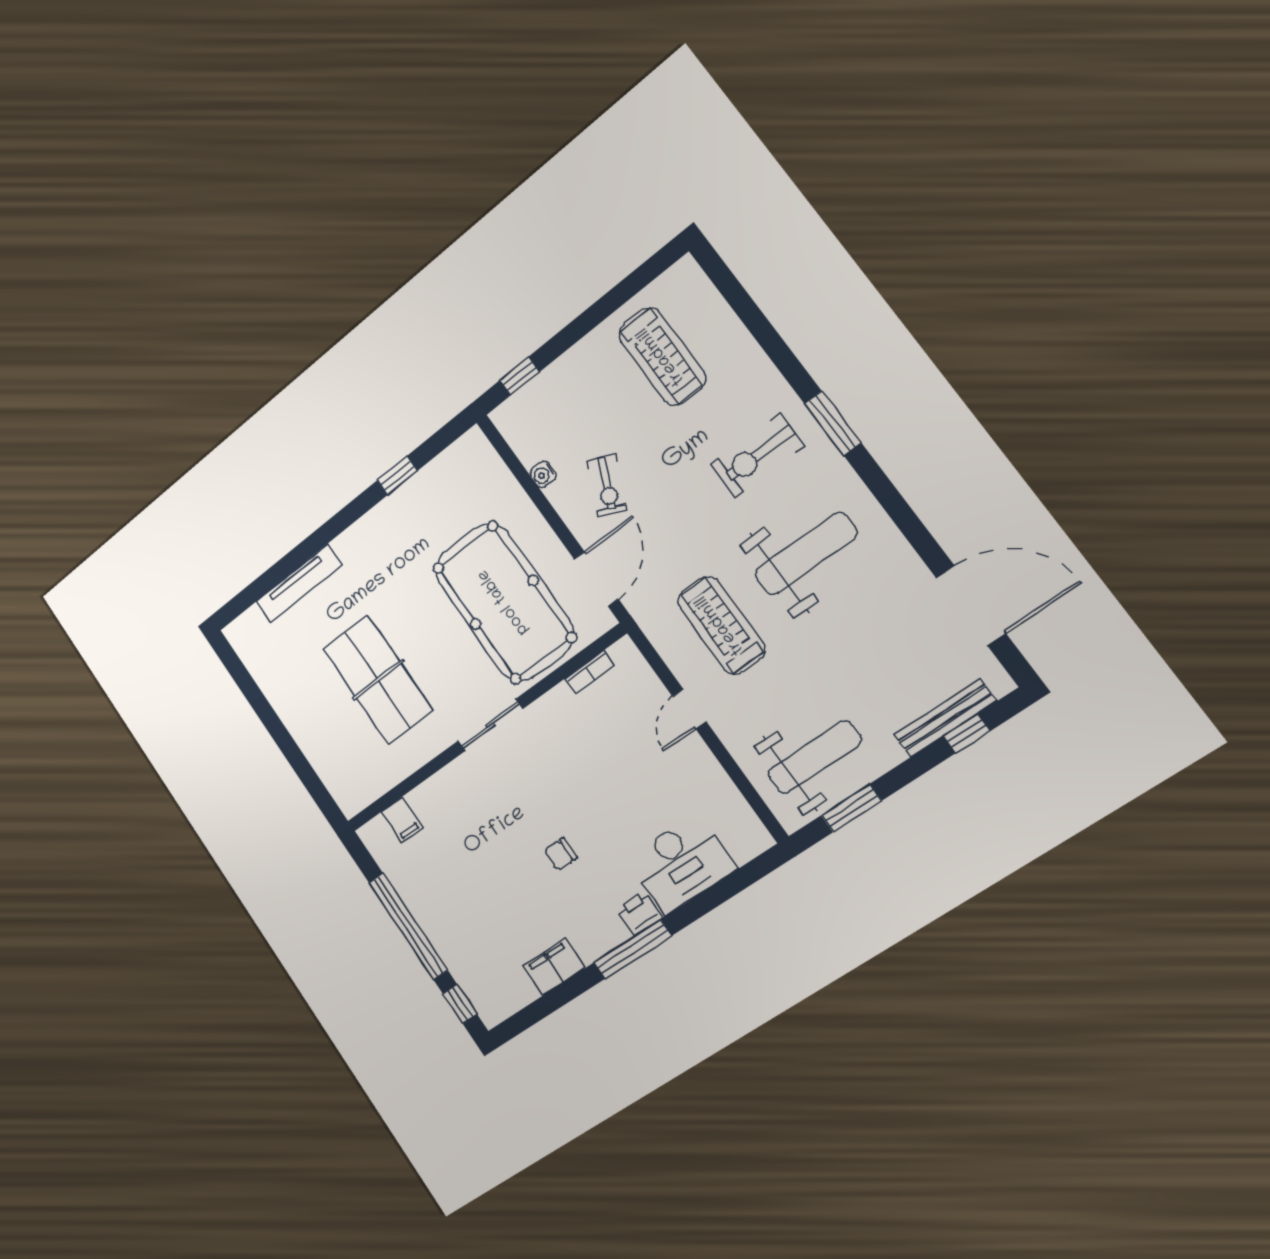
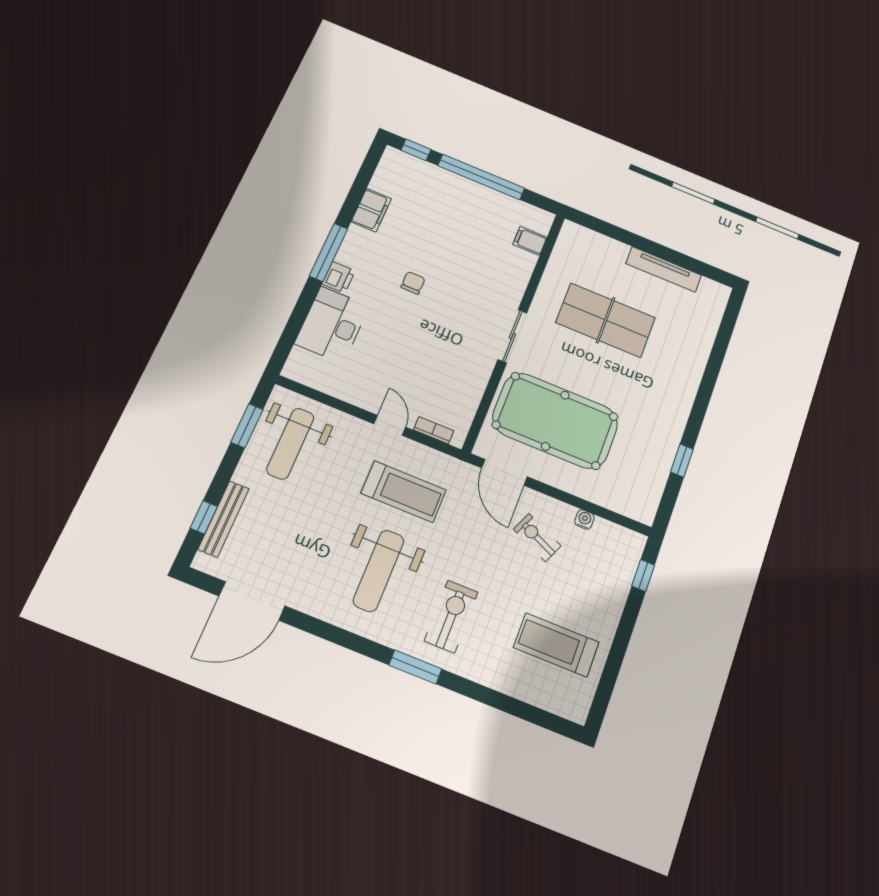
tv unit: (299, 583) -> (664, 269), moved, turned -90
bookcase: (590, 672) -> (434, 430), moved, turned 90

